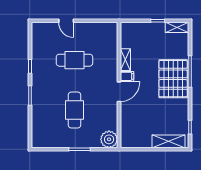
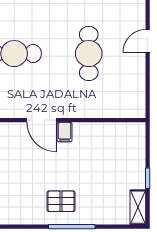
shelving: (125, 60) -> (90, 130), removed
pallet: (173, 79) -> (61, 201), width x0.49, depth x0.50

